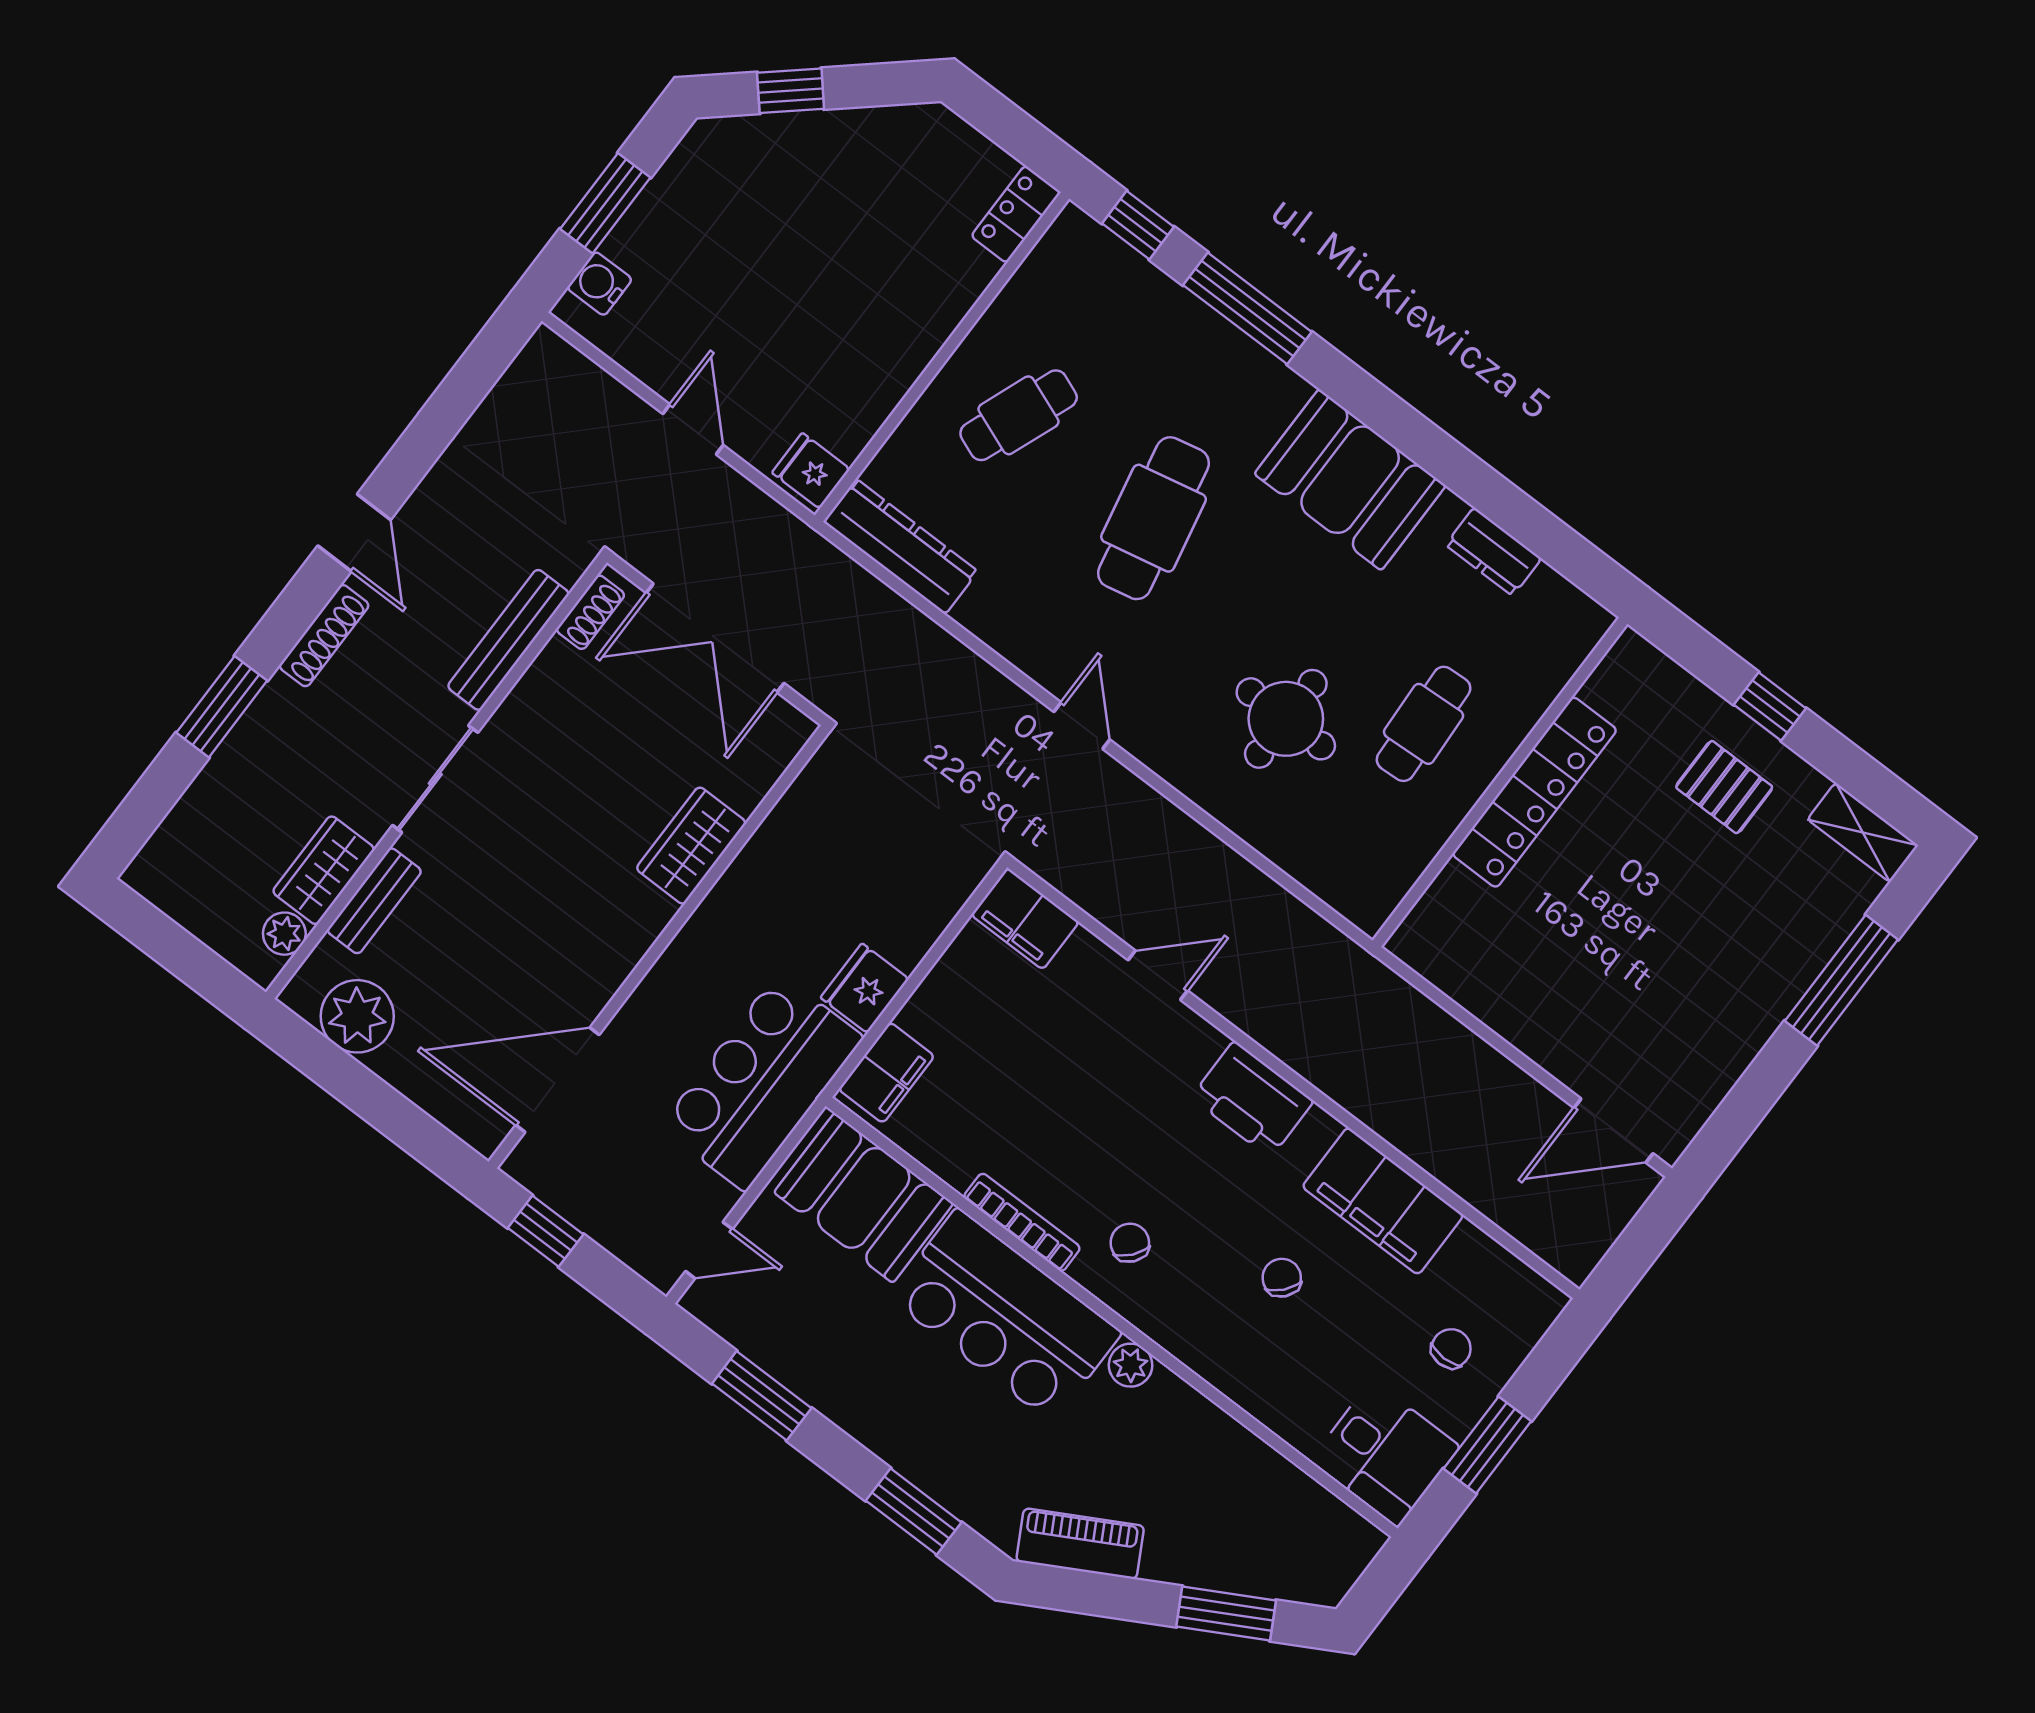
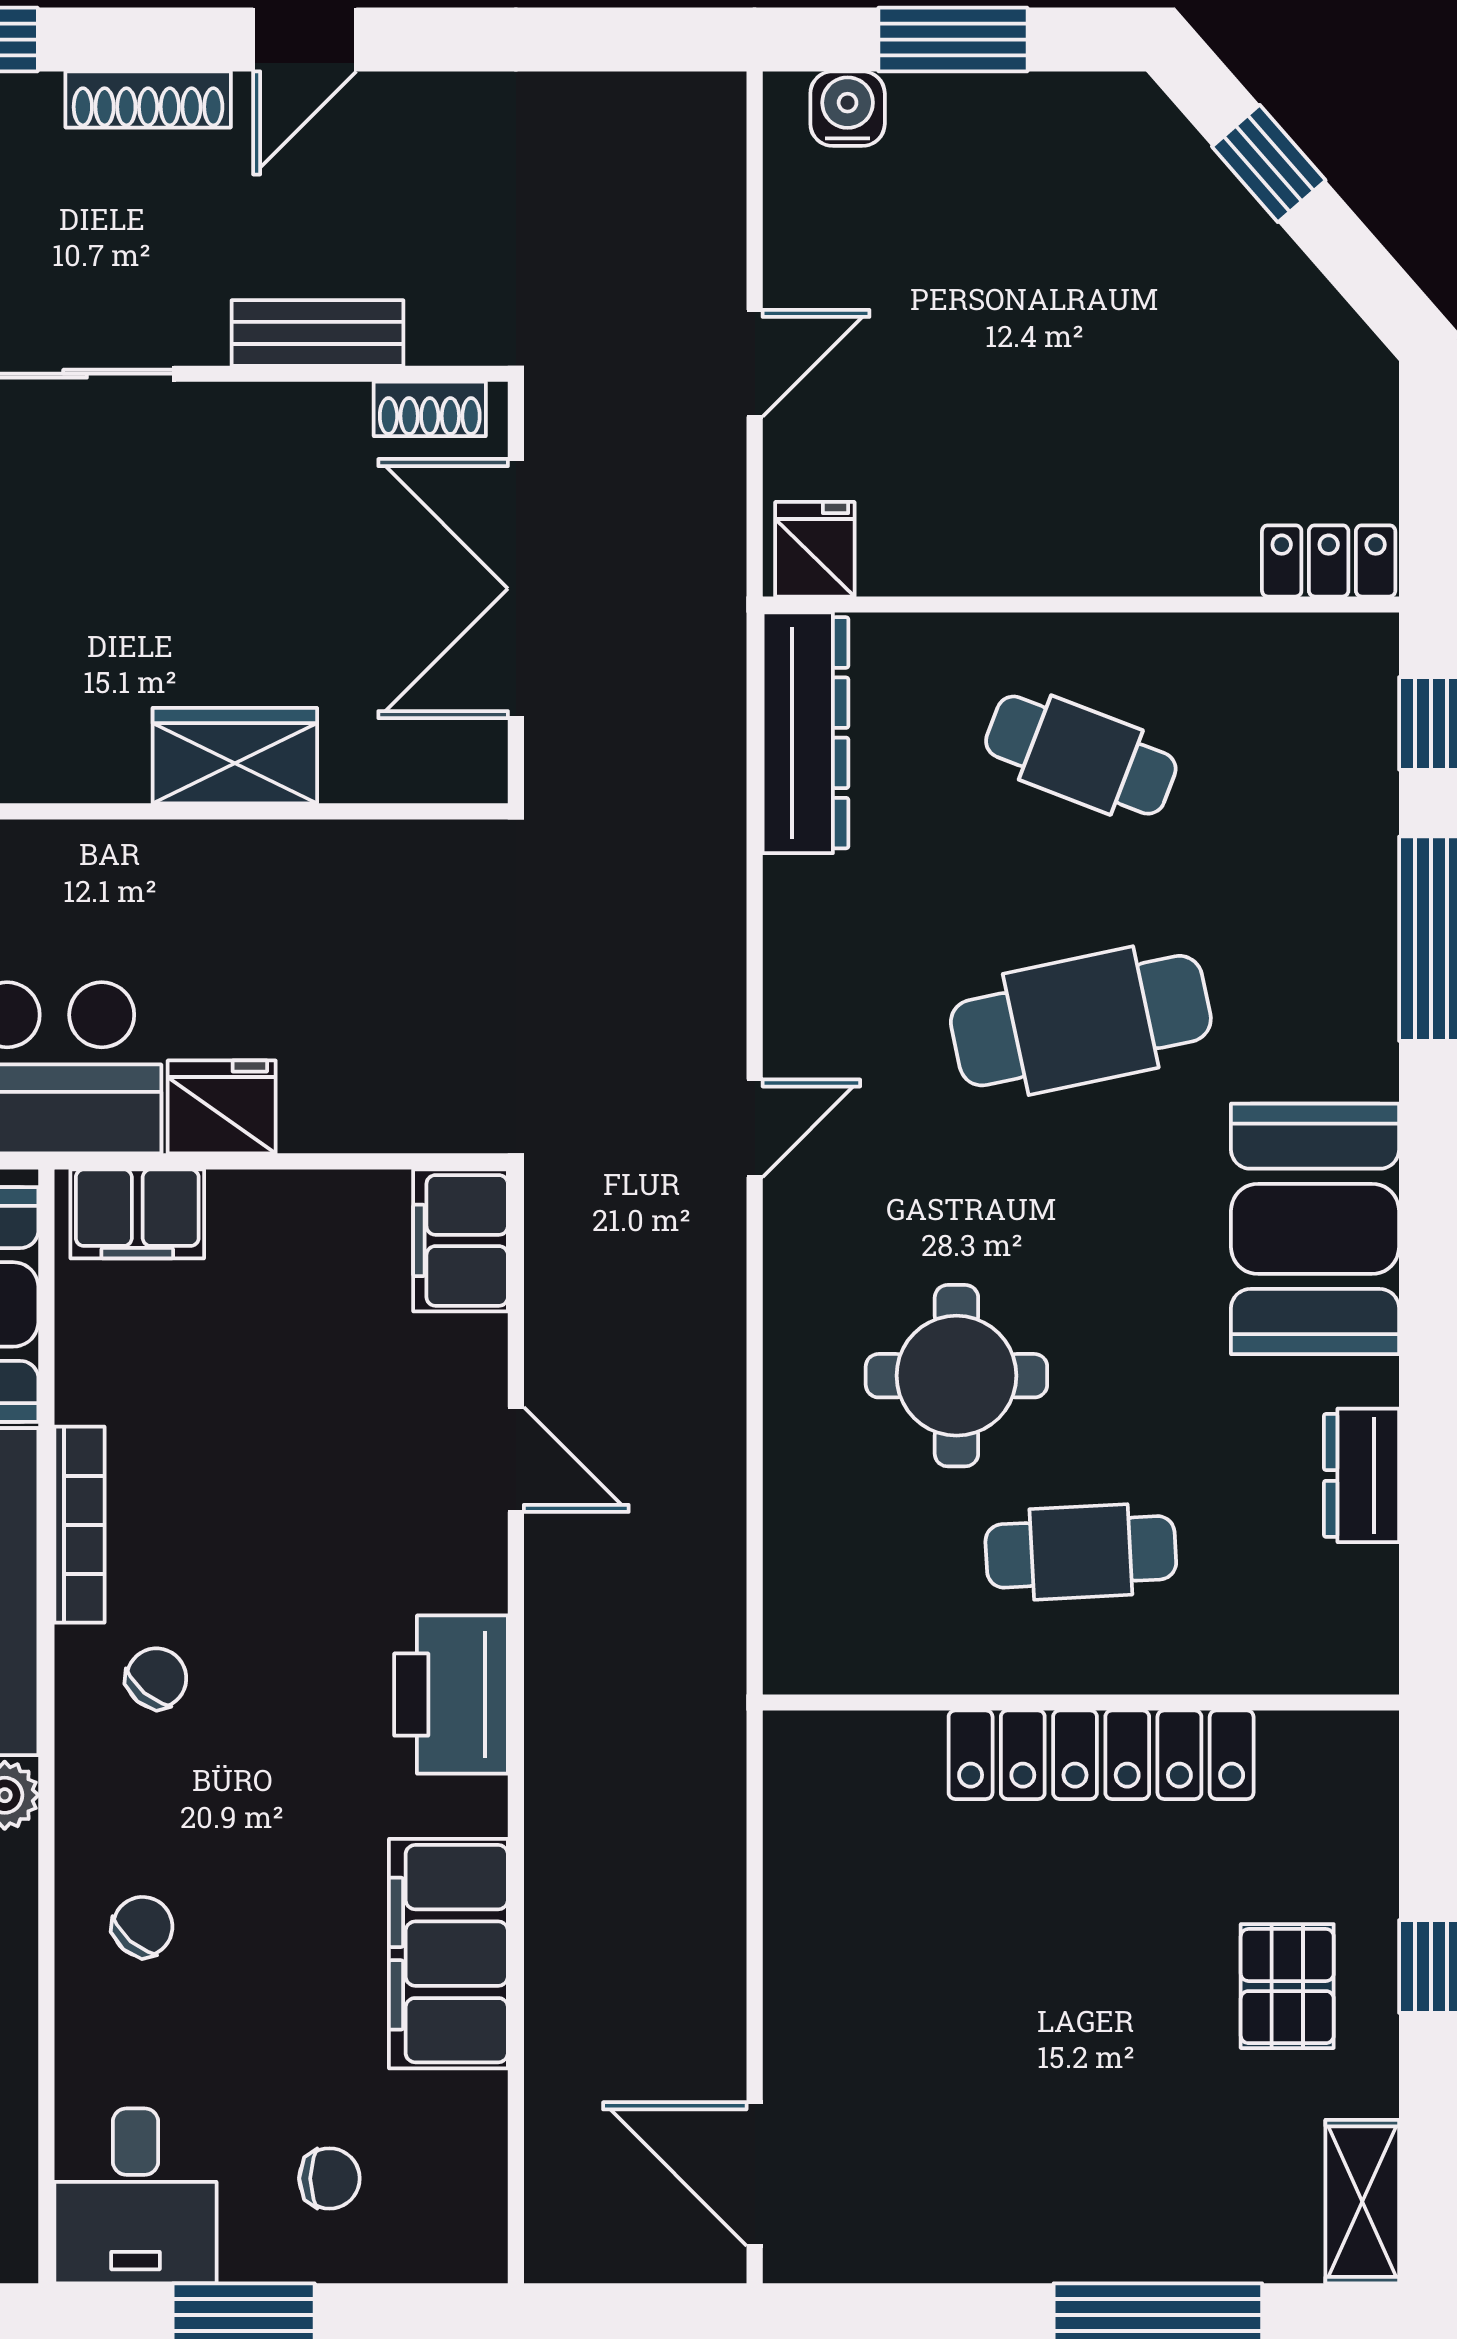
bench: (508, 640) -> (317, 333), width x0.73
chair: (1282, 1278) -> (143, 1927), moved

